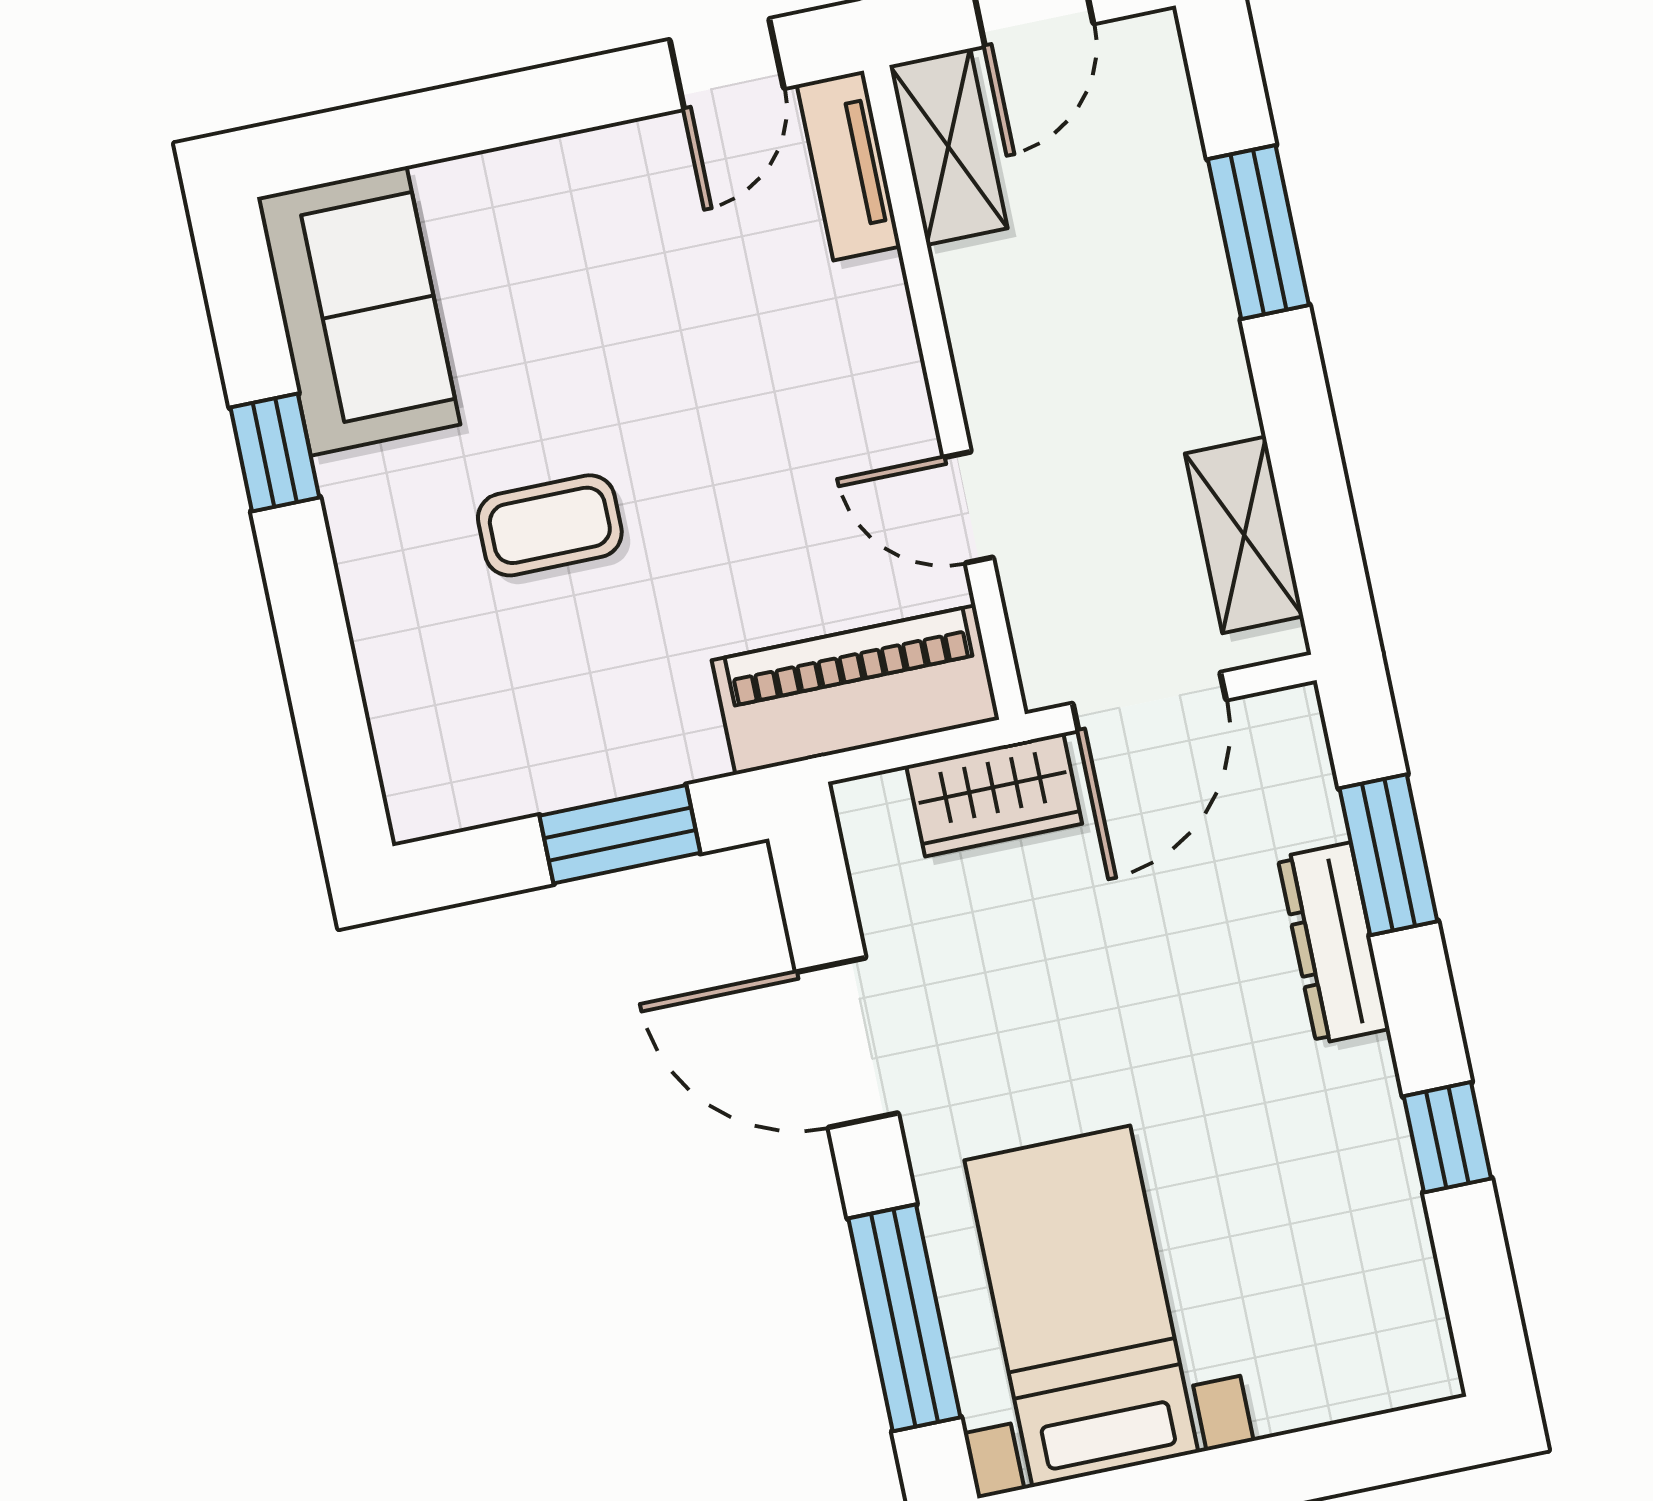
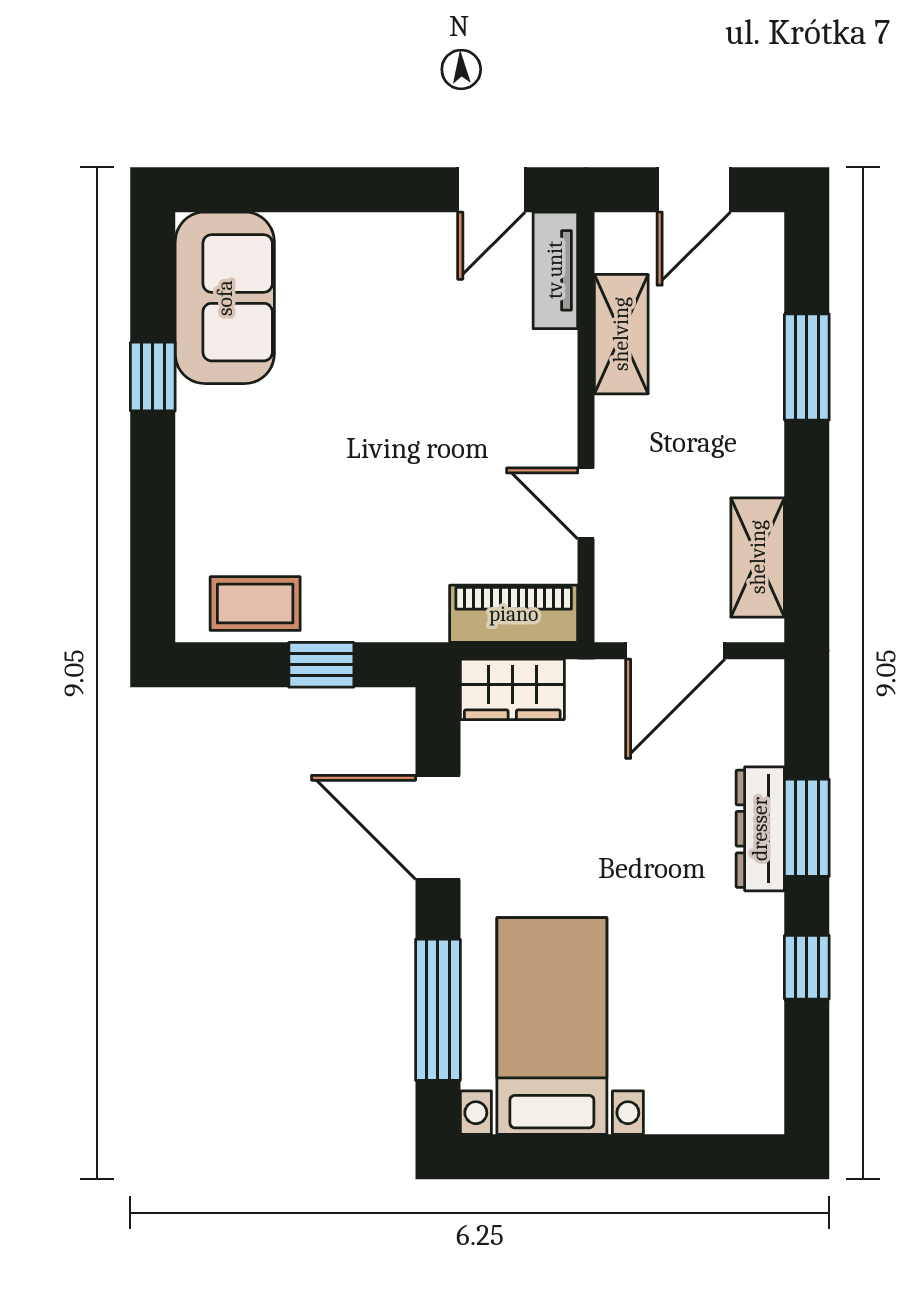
shelving: (948, 147) -> (621, 334), moved
coffee table: (550, 525) -> (255, 604), moved
piano: (855, 690) -> (514, 614), width x0.73, depth x0.75
wardrobe: (994, 795) -> (512, 689), moved
window: (620, 834) -> (321, 665), width x0.67
window: (1388, 855) -> (807, 828), moved

